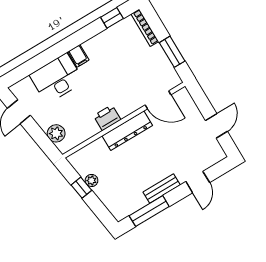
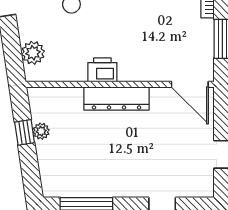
door: (158, 100) -> (190, 84), moved
bench: (162, 189) -> (116, 189), removed

